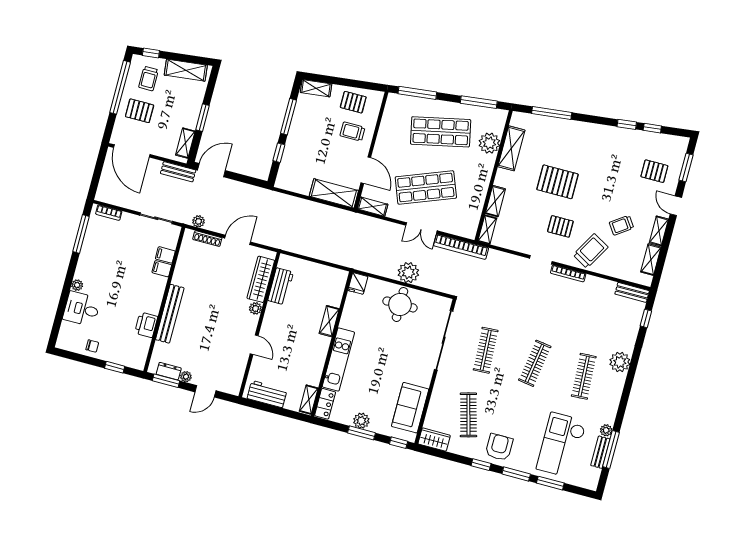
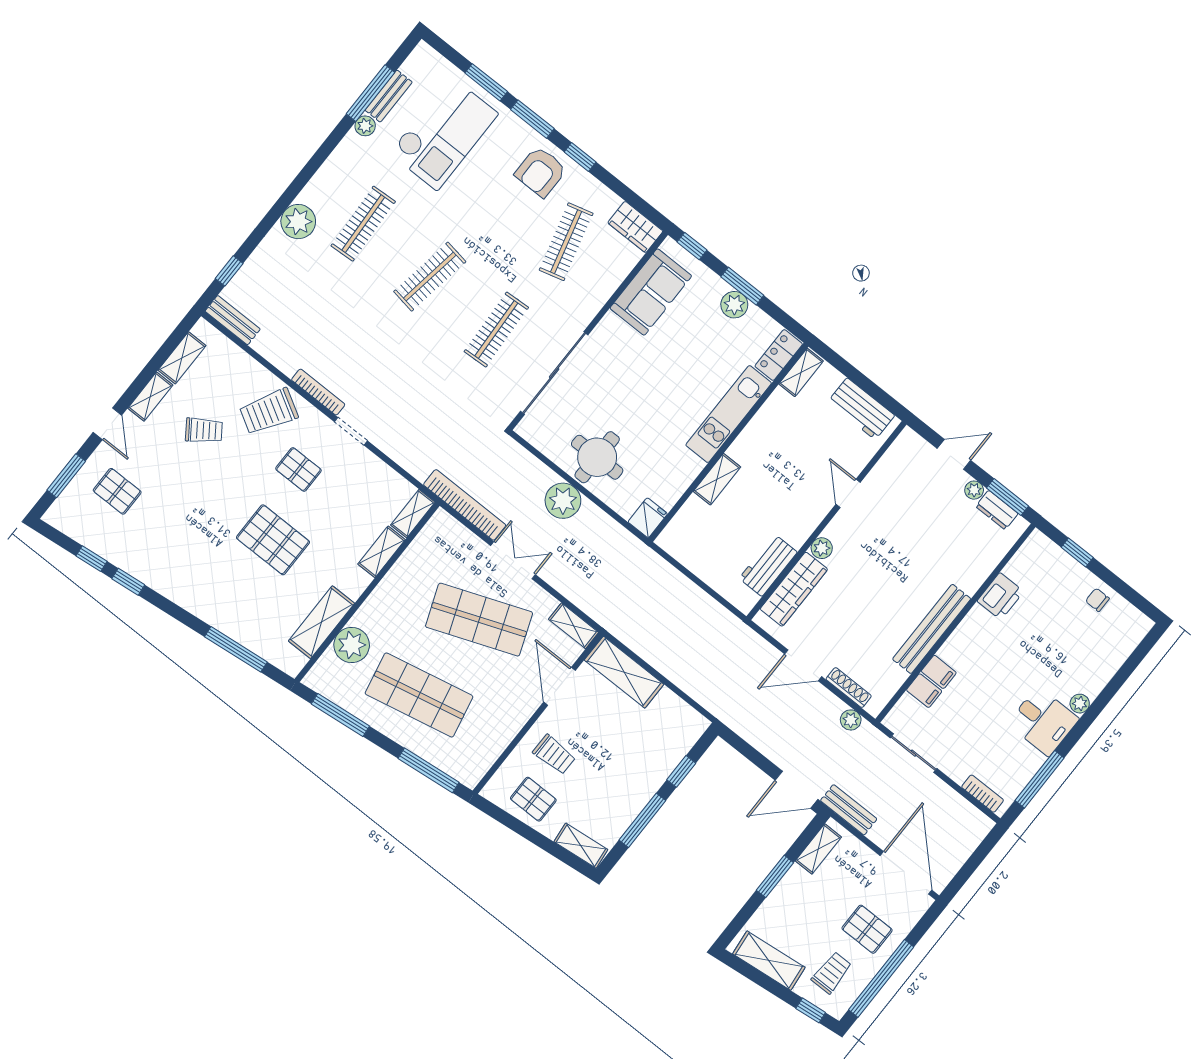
desk: (82, 309) -> (1043, 721), moved
bench: (170, 314) -> (932, 629), moved

